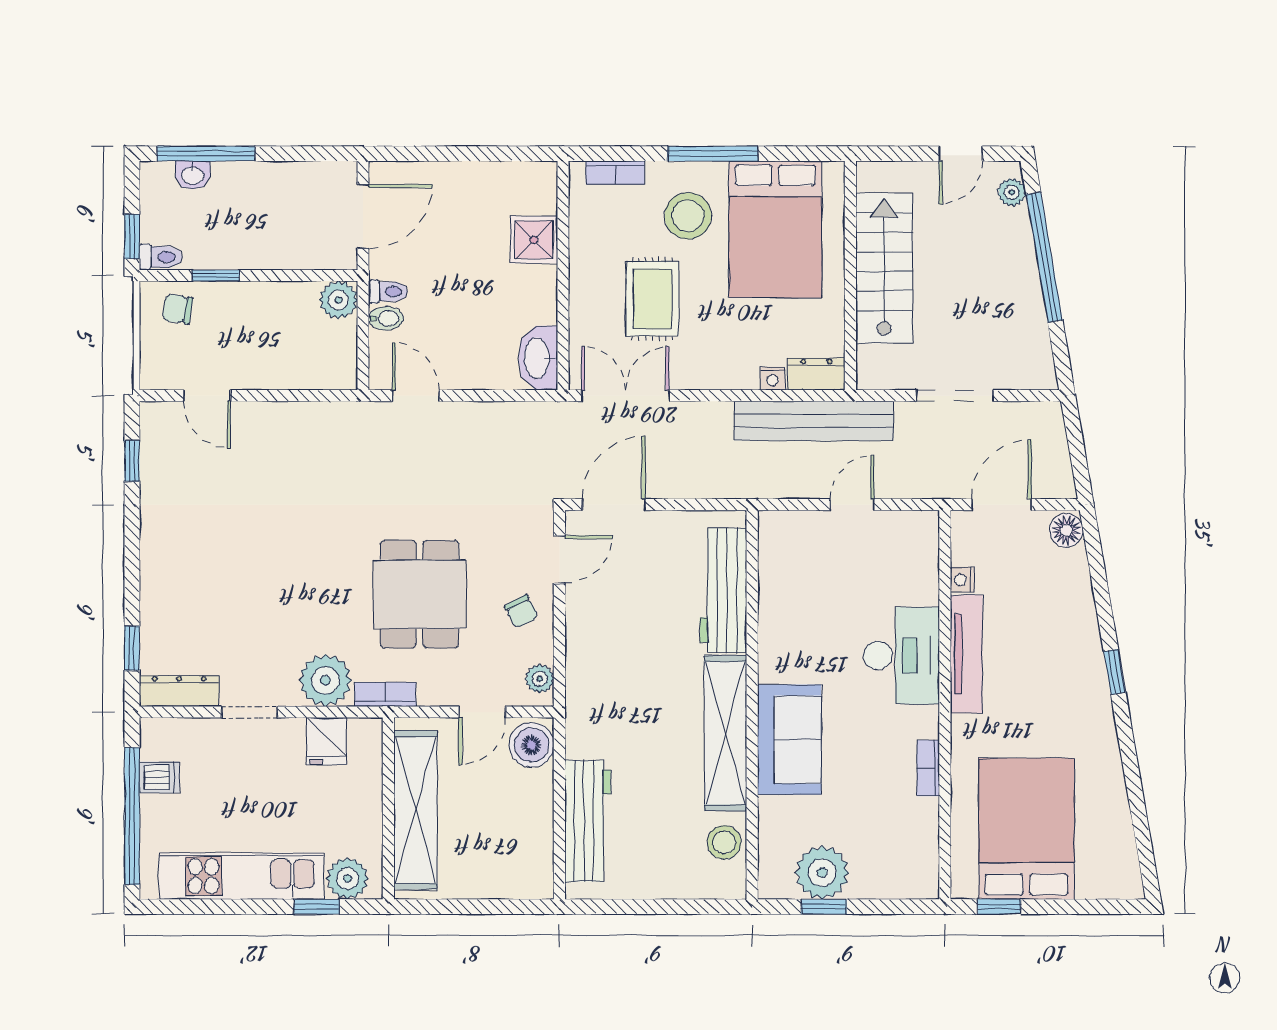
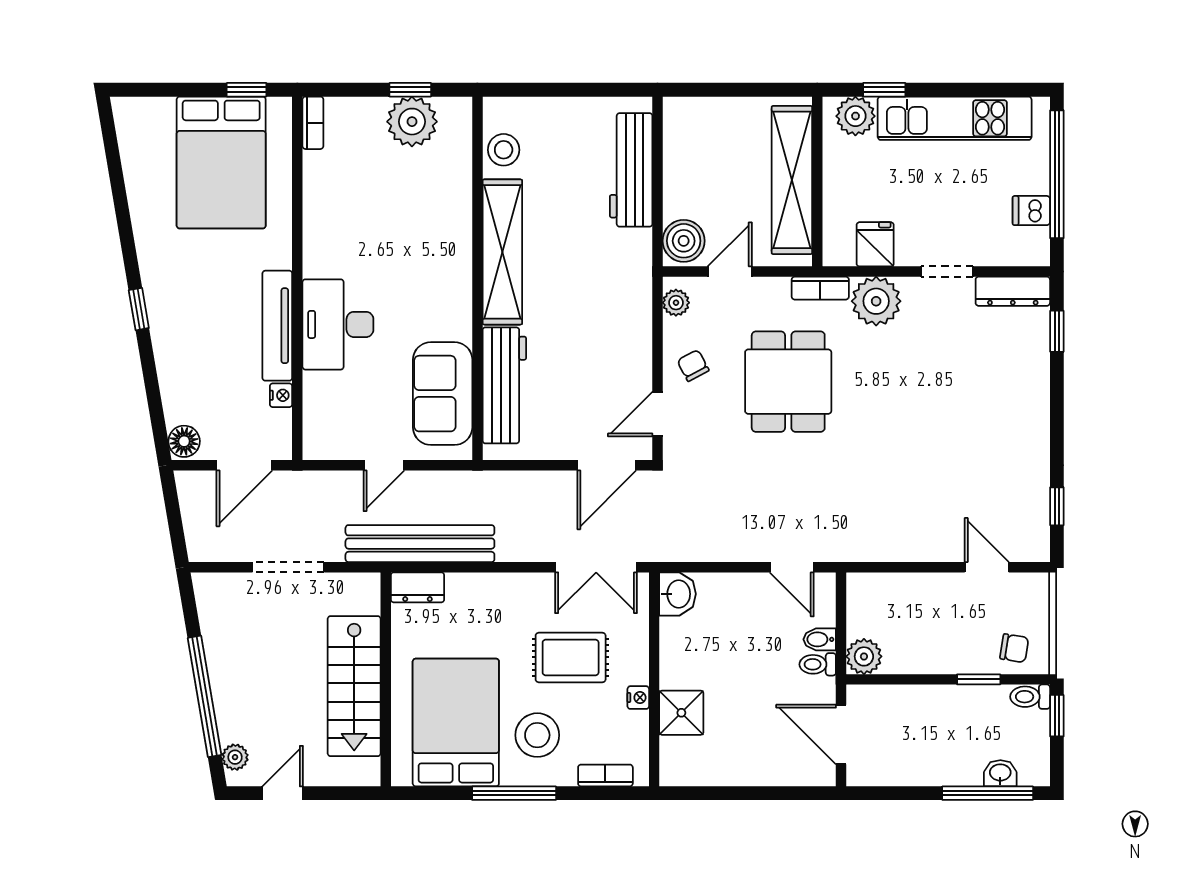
door: (363, 216) -> (841, 735), hinge flipped
rug: (652, 299) -> (571, 657), turned 90
washbasin: (538, 358) -> (678, 594), width x0.72
nightstand: (773, 379) -> (638, 698), moved, turned 90
sofa: (789, 740) -> (443, 394), moved
bookcase: (928, 768) -> (313, 123), moved

